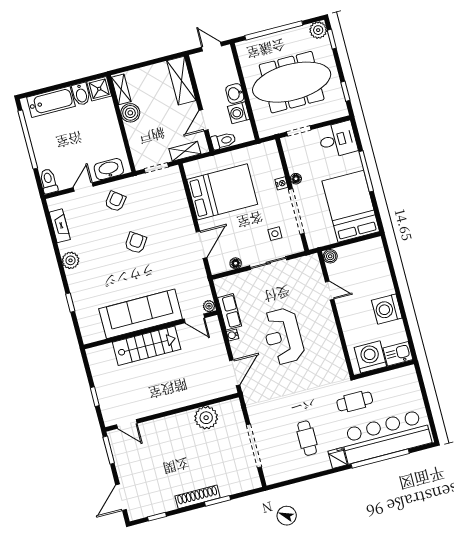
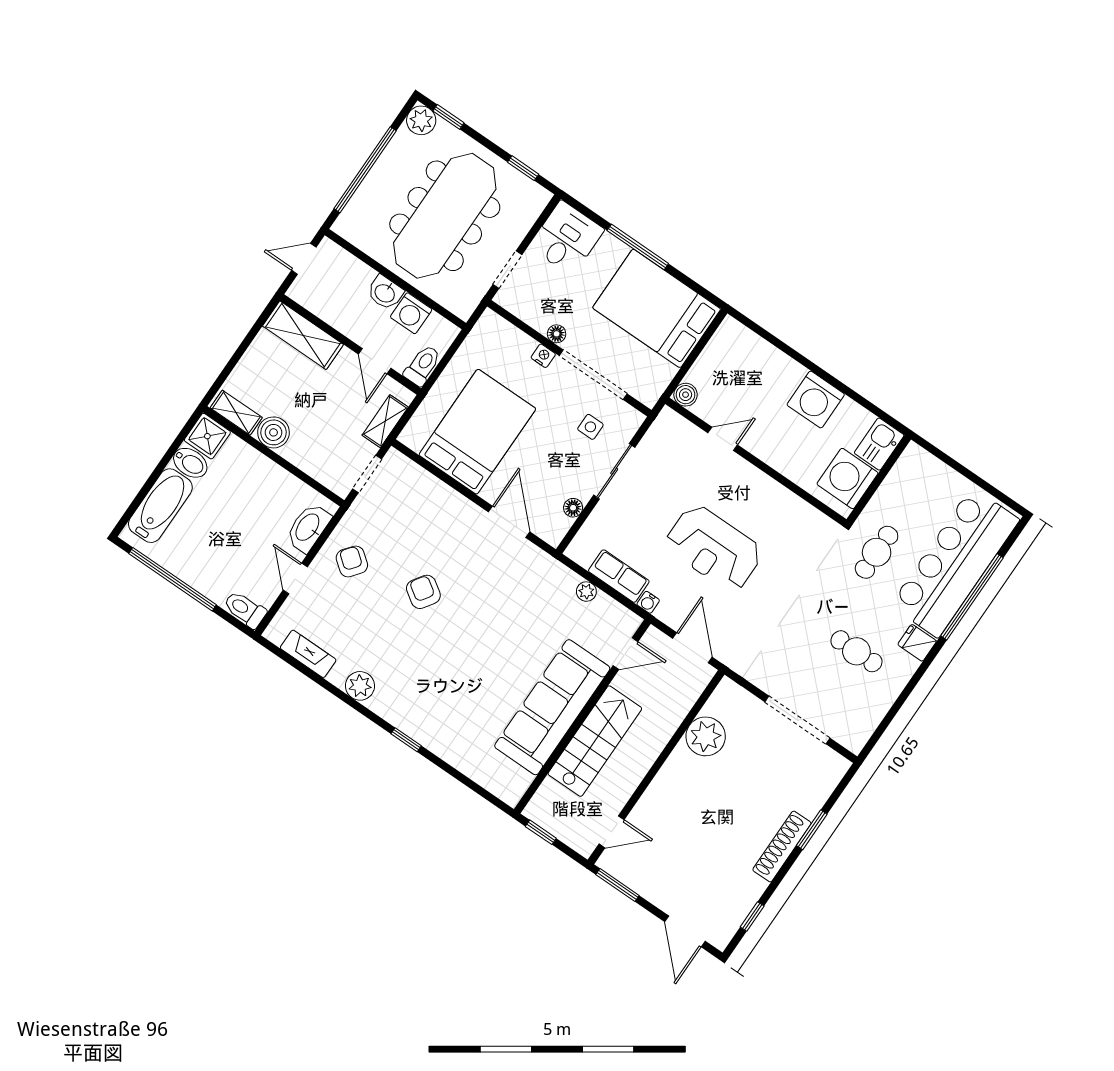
sofa: (141, 314) -> (552, 707), moved
door: (194, 318) -> (626, 654), moved
wall: (150, 330) -> (582, 716), moved
stairs: (147, 346) -> (595, 741), moved

